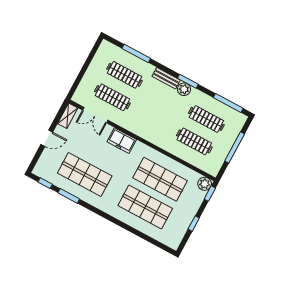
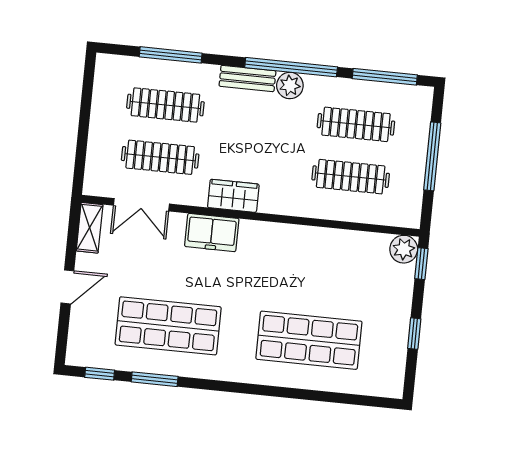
window: (188, 81) -> (291, 67), width x2.11
wardrobe: (138, 128) -> (233, 196), added
shop shelf: (160, 179) -> (315, 276), removed

